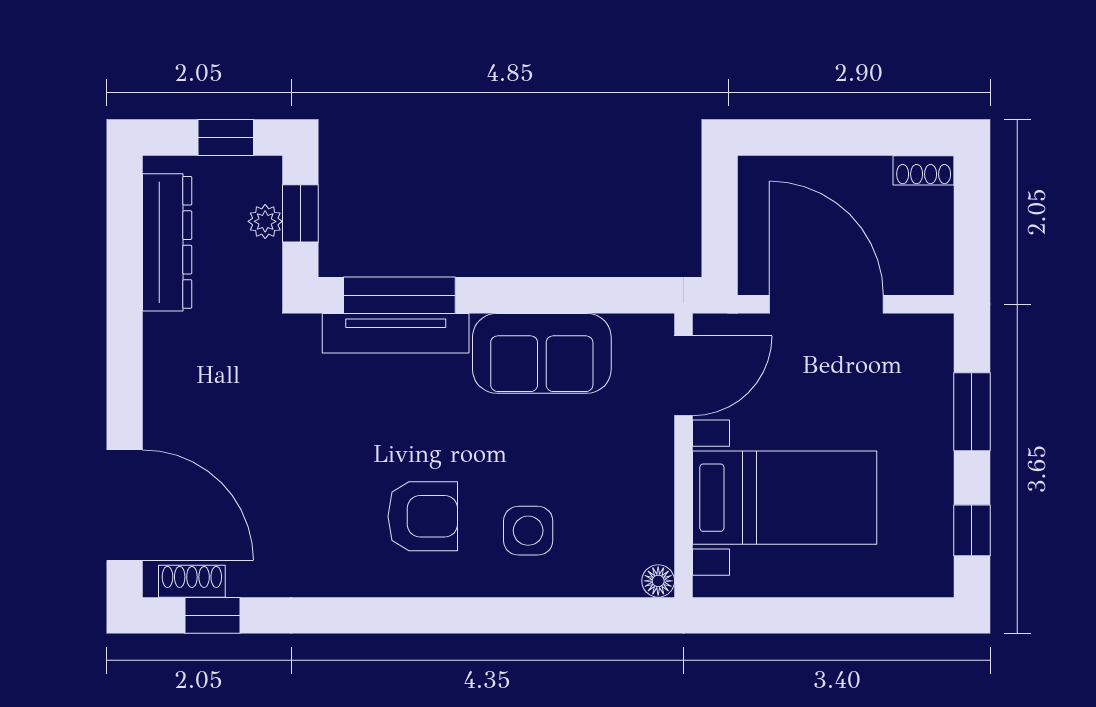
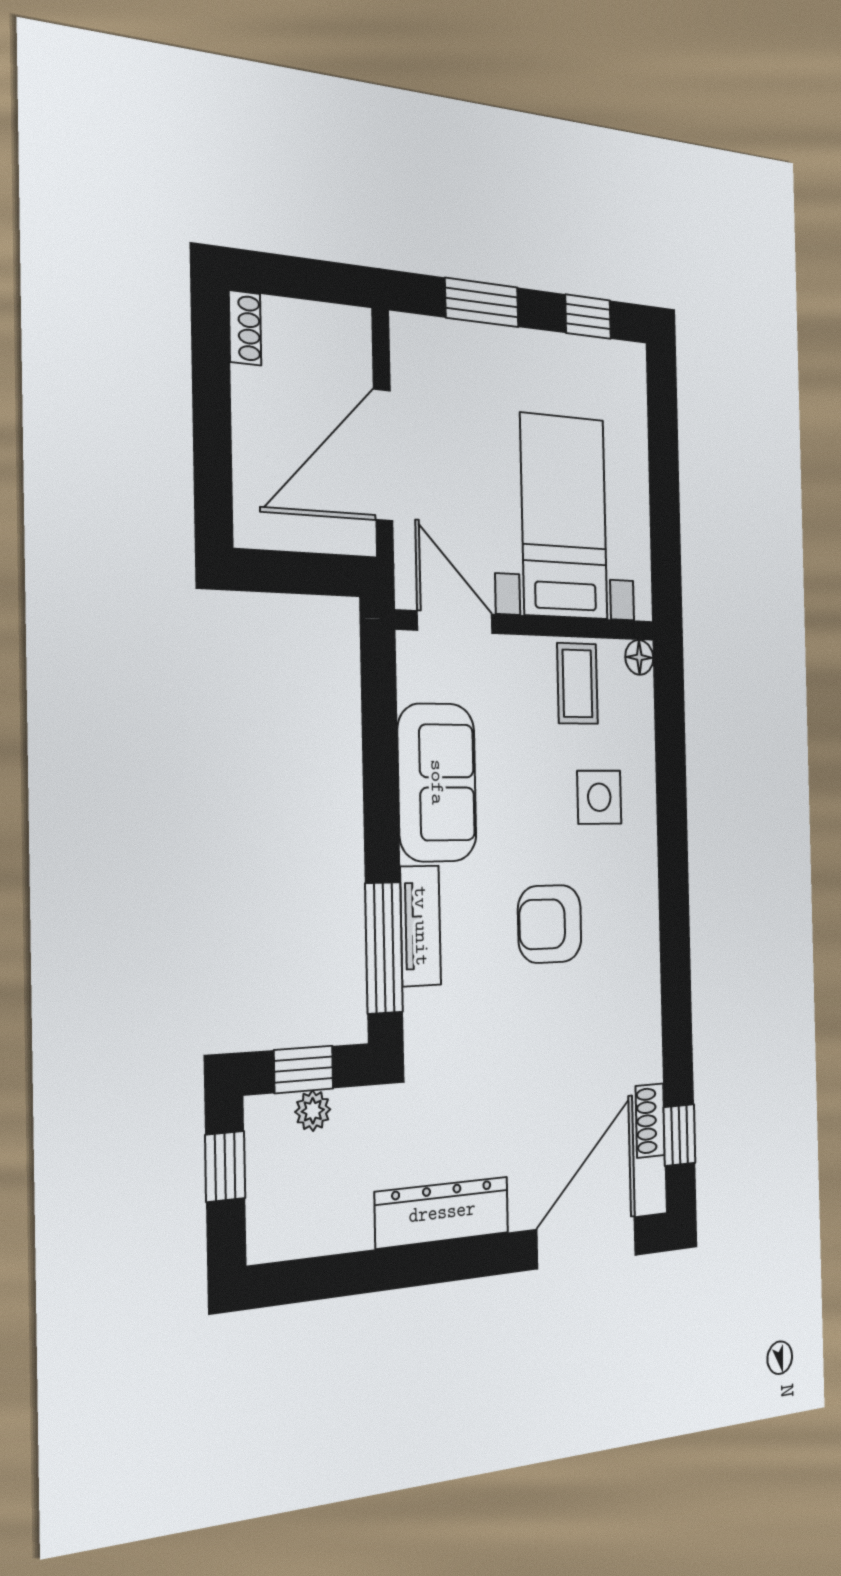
dresser: (167, 242) -> (442, 1212), moved
tv unit: (396, 333) -> (421, 926), width x0.71
coffee table: (632, 509) -> (577, 684), added
armchair: (423, 516) -> (550, 924), moved, turned -90
shoe rack: (192, 581) -> (650, 1121), moved

